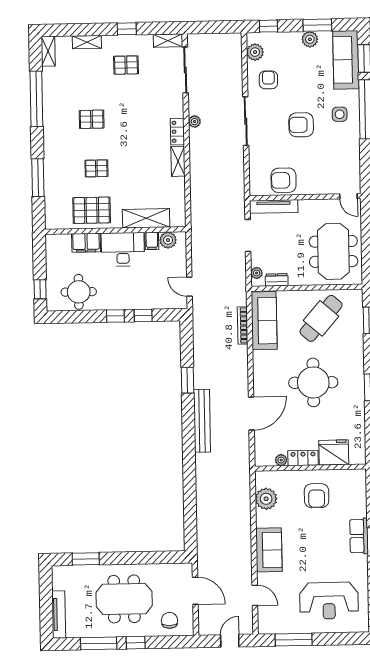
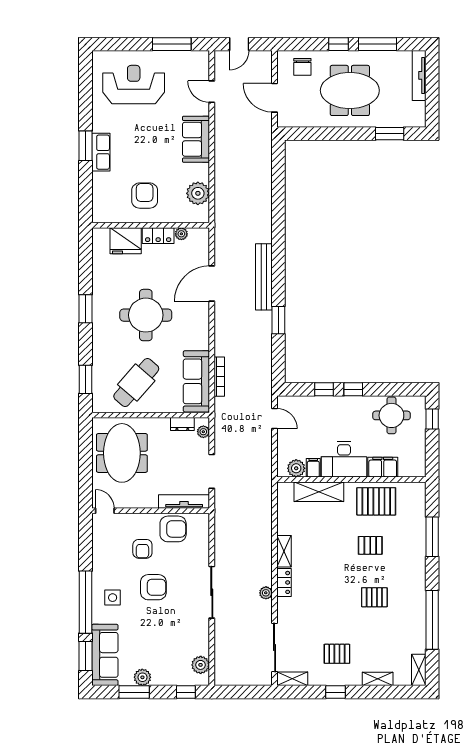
armchair: (268, 80) -> (142, 549), moved

